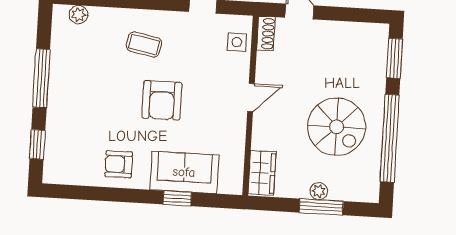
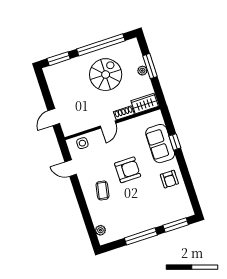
shoe rack: (266, 34) -> (124, 113), moved
door: (251, 98) -> (108, 125), swing flipped
window: (37, 144) -> (176, 225), width x1.50

